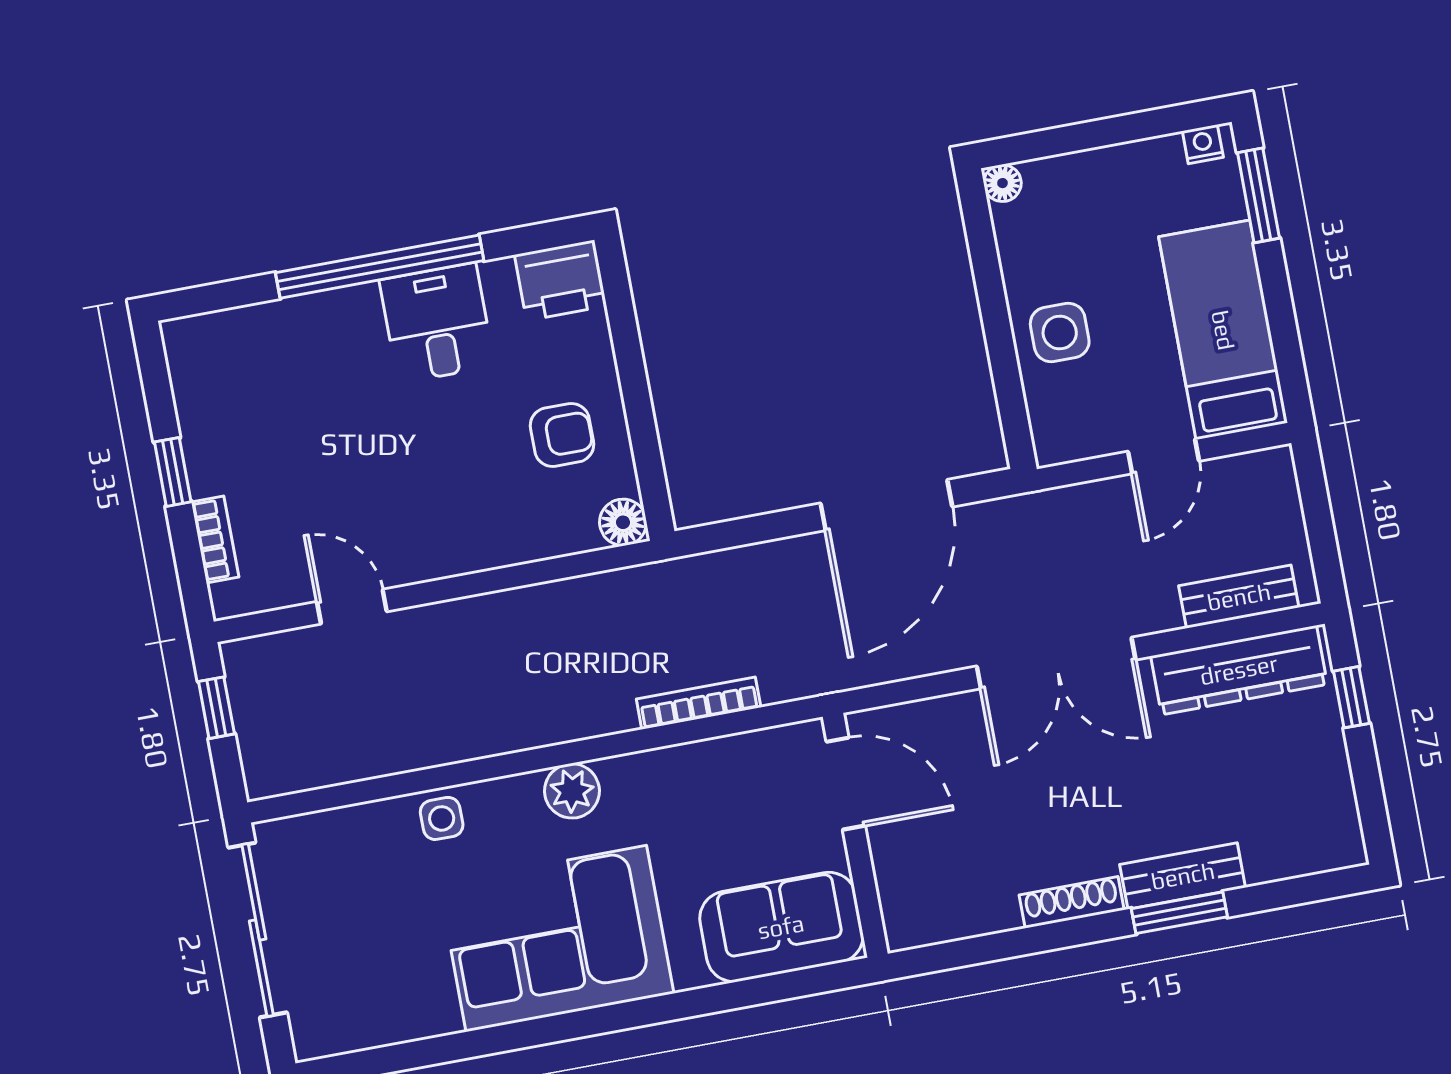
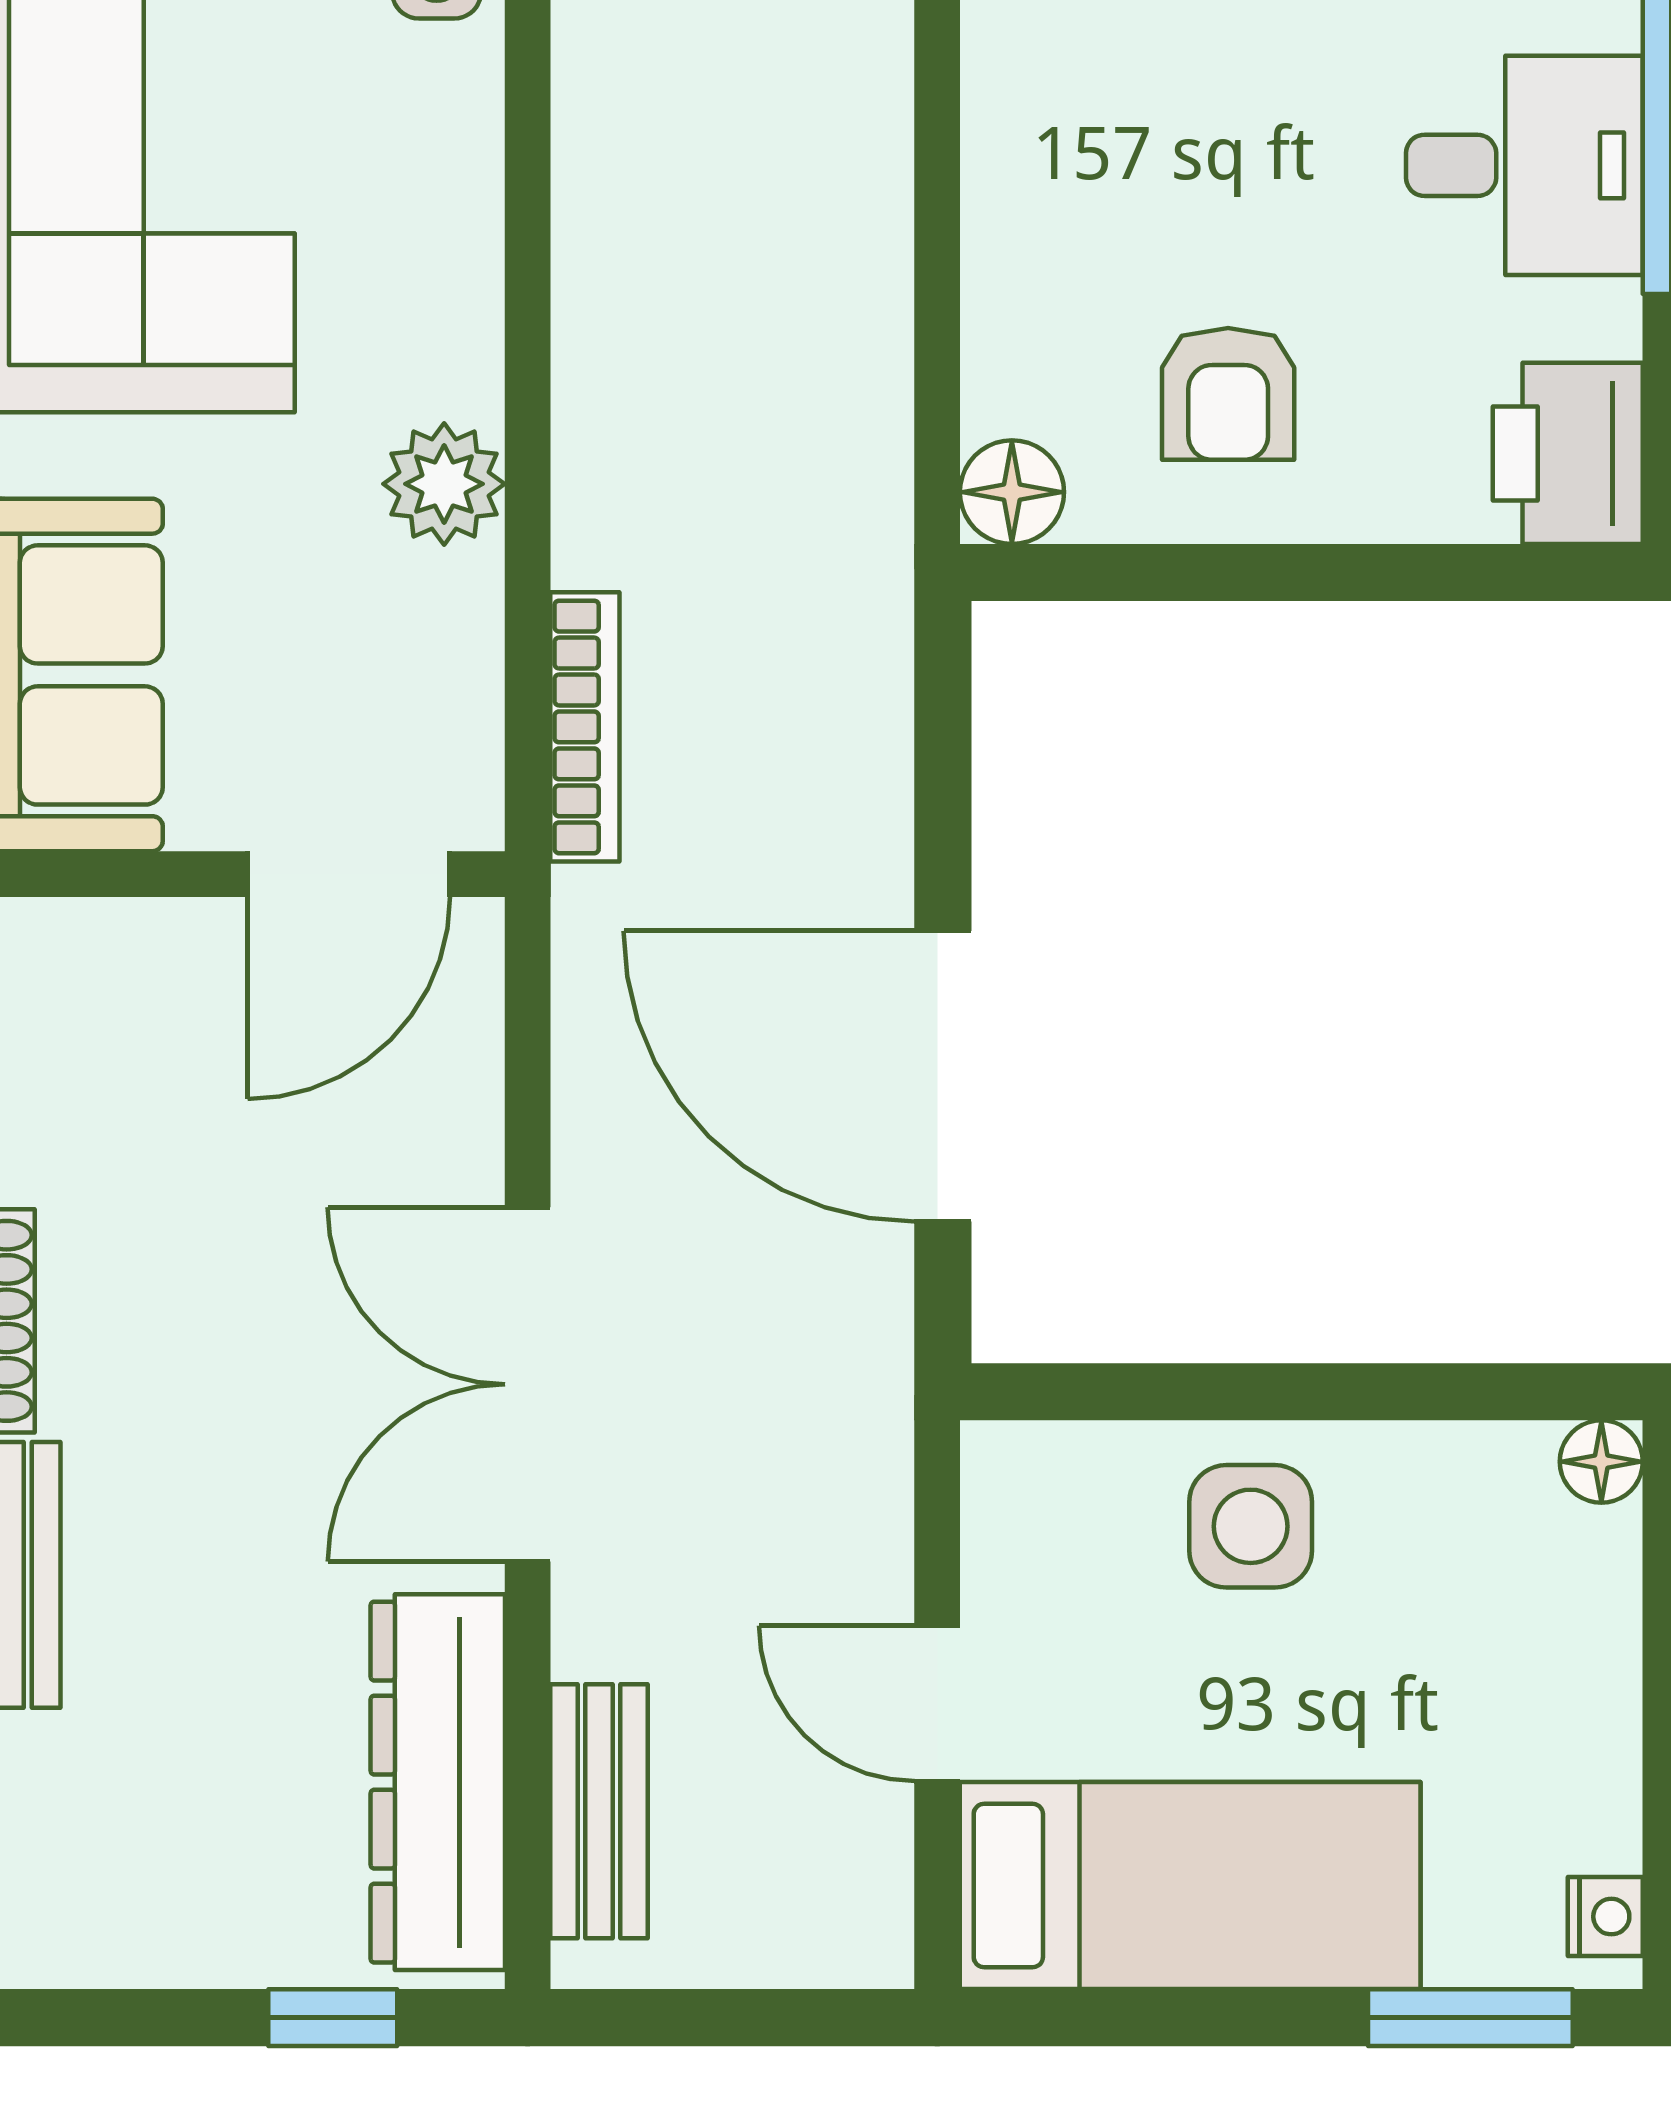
bookcase: (699, 703) -> (585, 727), moved
plant: (572, 791) -> (444, 484), moved

